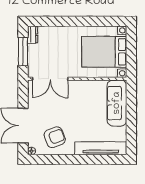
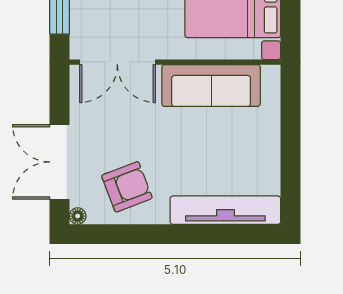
sofa: (117, 103) -> (211, 85), moved, turned -90

